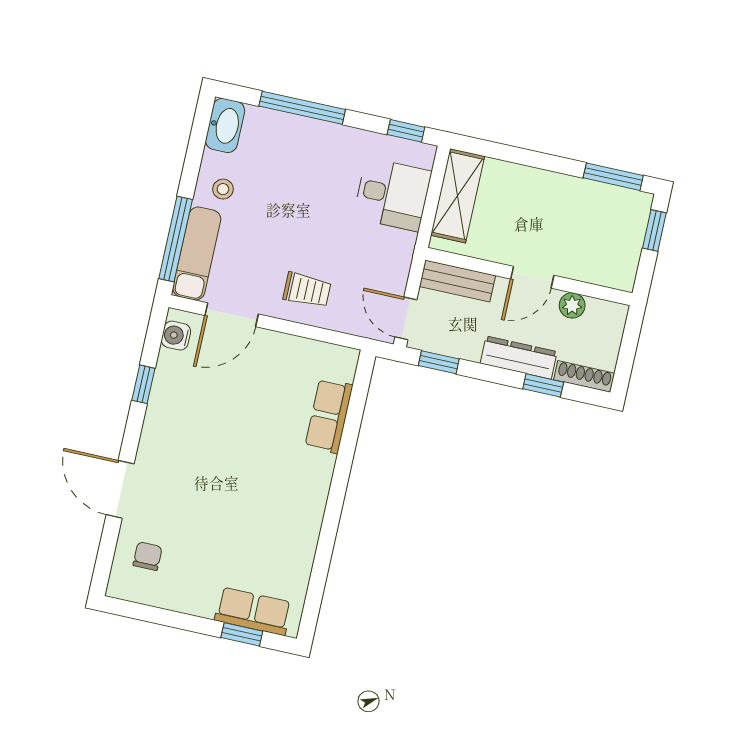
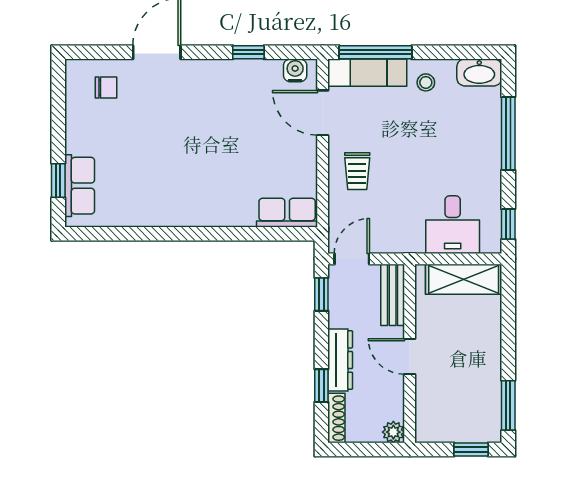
plant: (572, 305) -> (393, 432), moved
row of seats: (329, 416) -> (287, 213), moved

